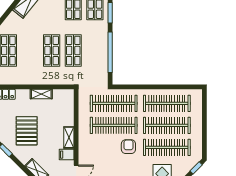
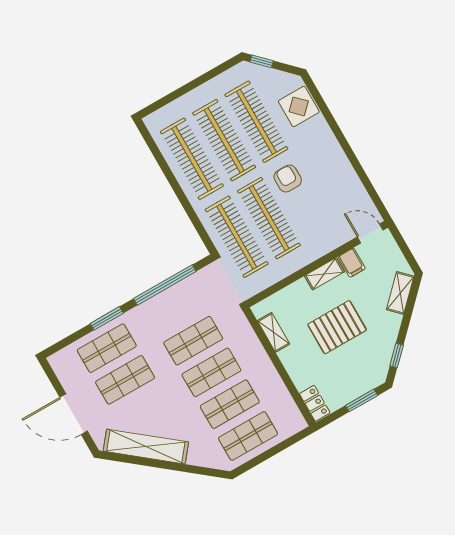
shop shelf: (30, 51) -> (230, 404), added
shelving: (41, 94) -> (274, 332), moved
pallet: (27, 131) -> (337, 327), moved
armchair: (128, 147) -> (288, 179), turned 90

